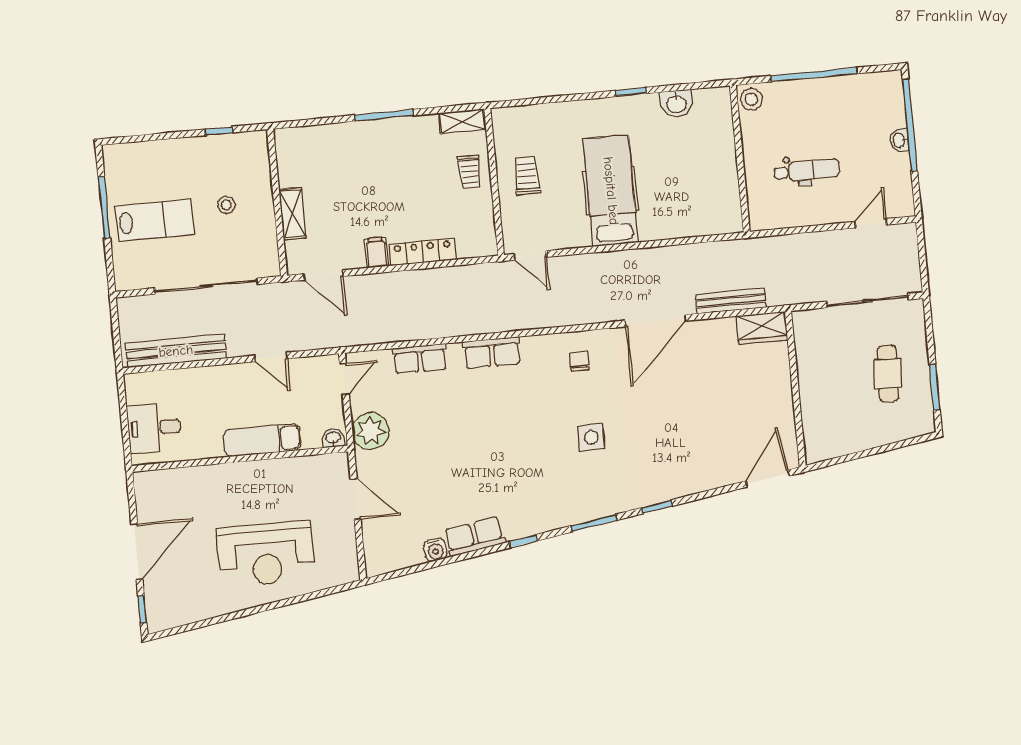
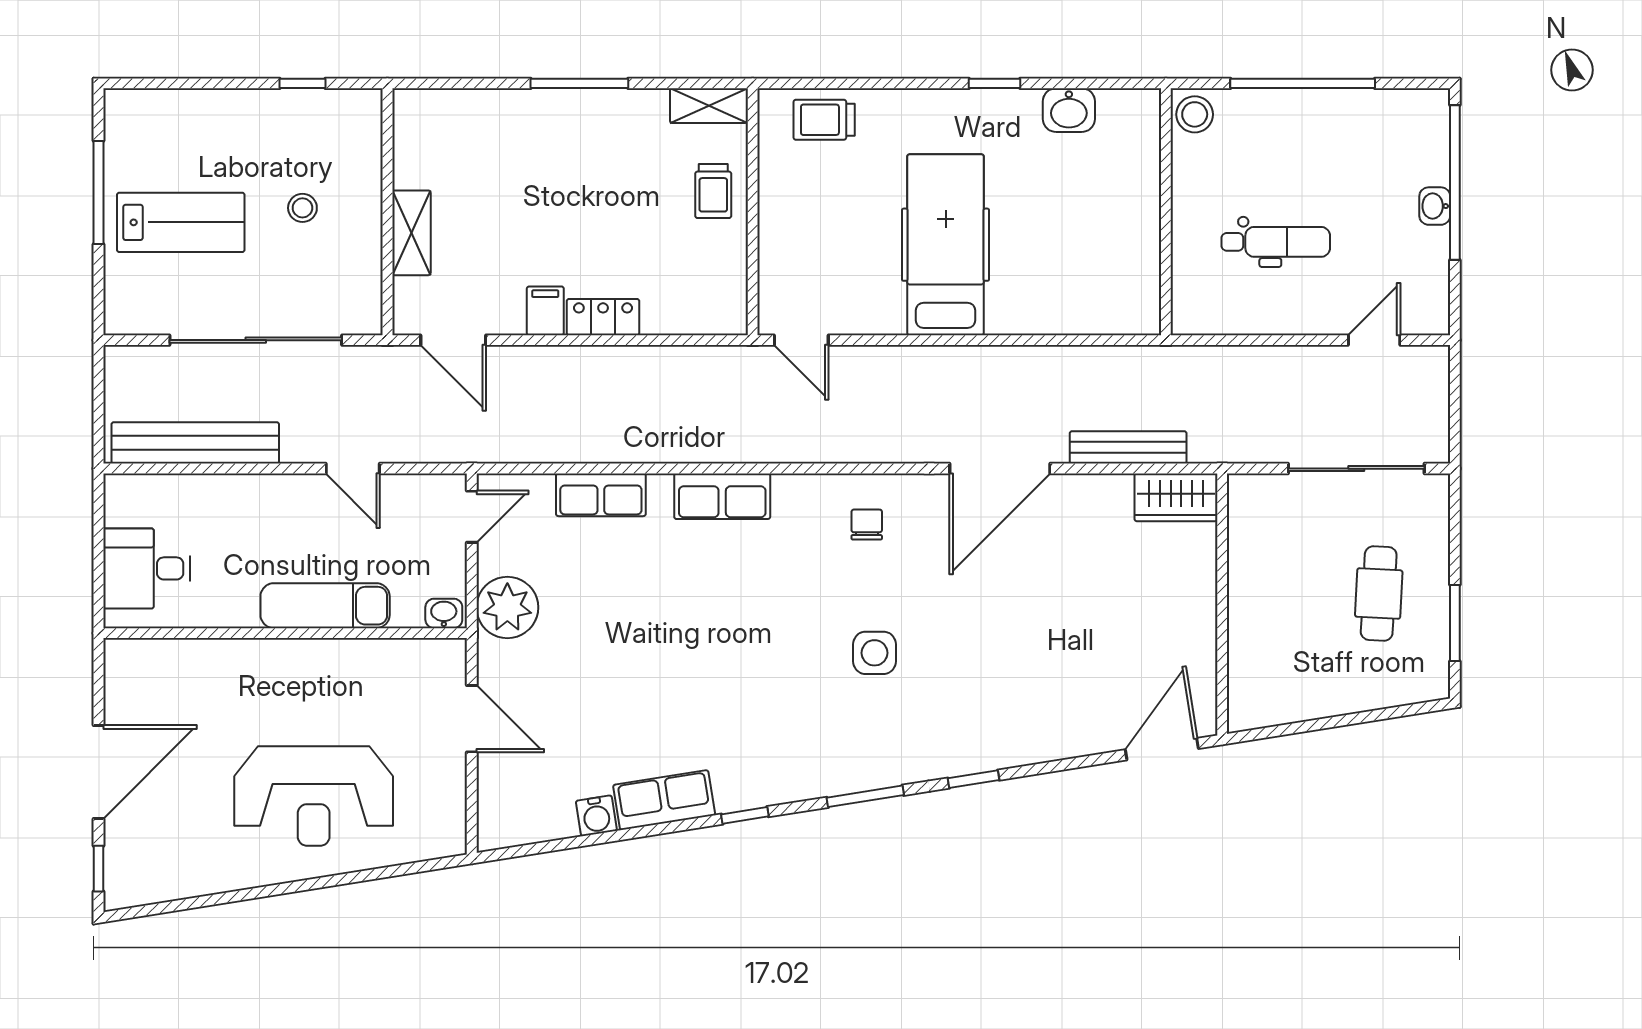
trolley: (527, 176) -> (824, 120), moved, turned -90
locker: (422, 252) -> (603, 317), width x0.66

